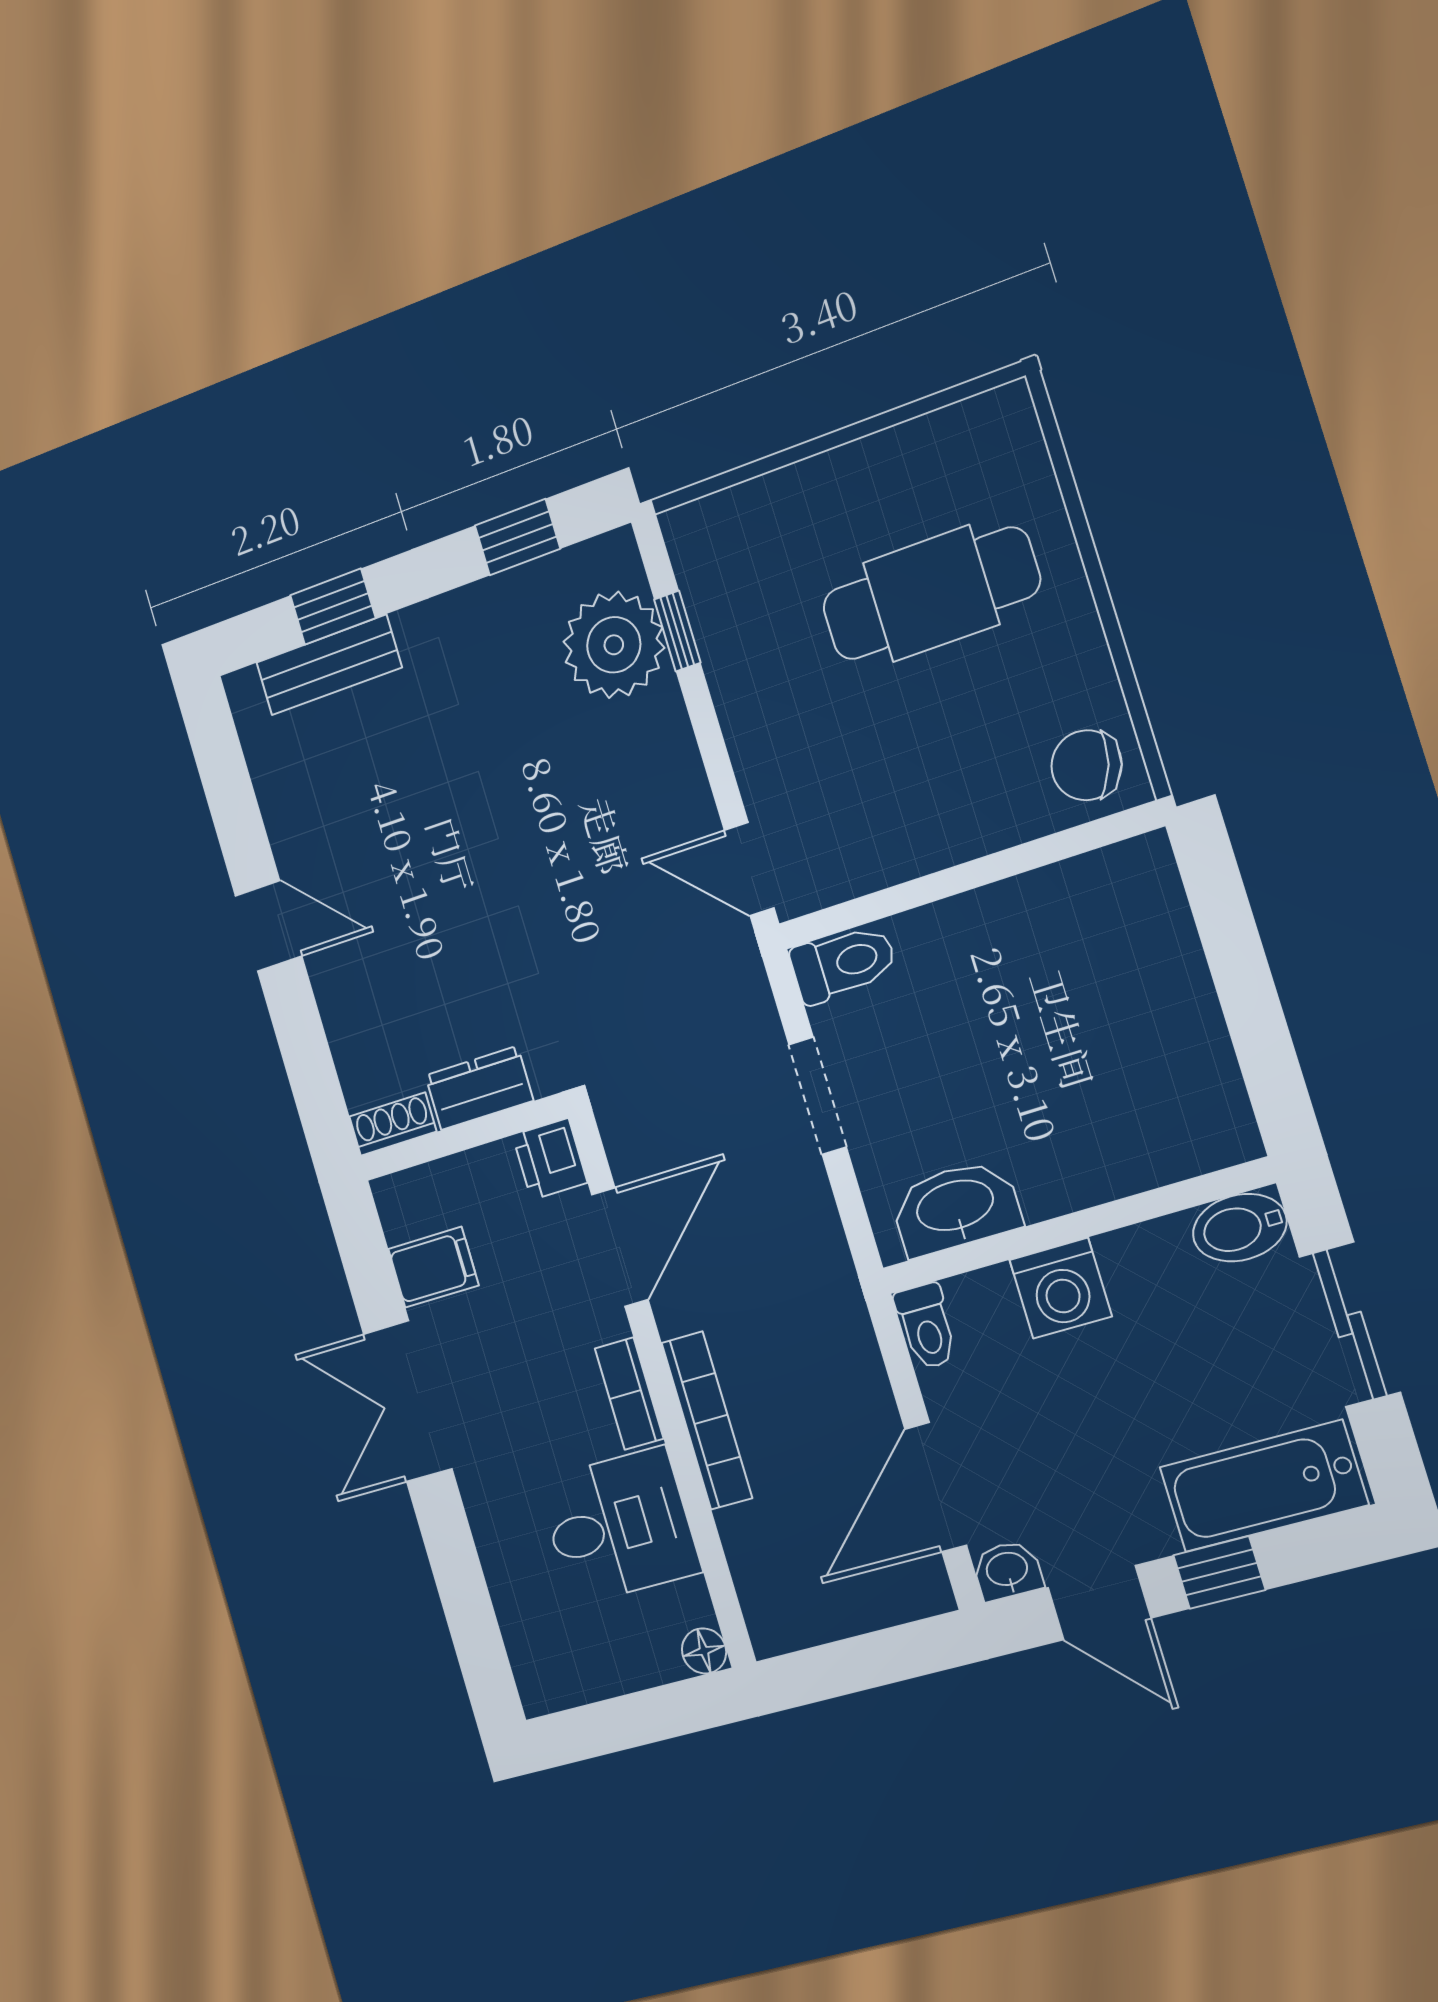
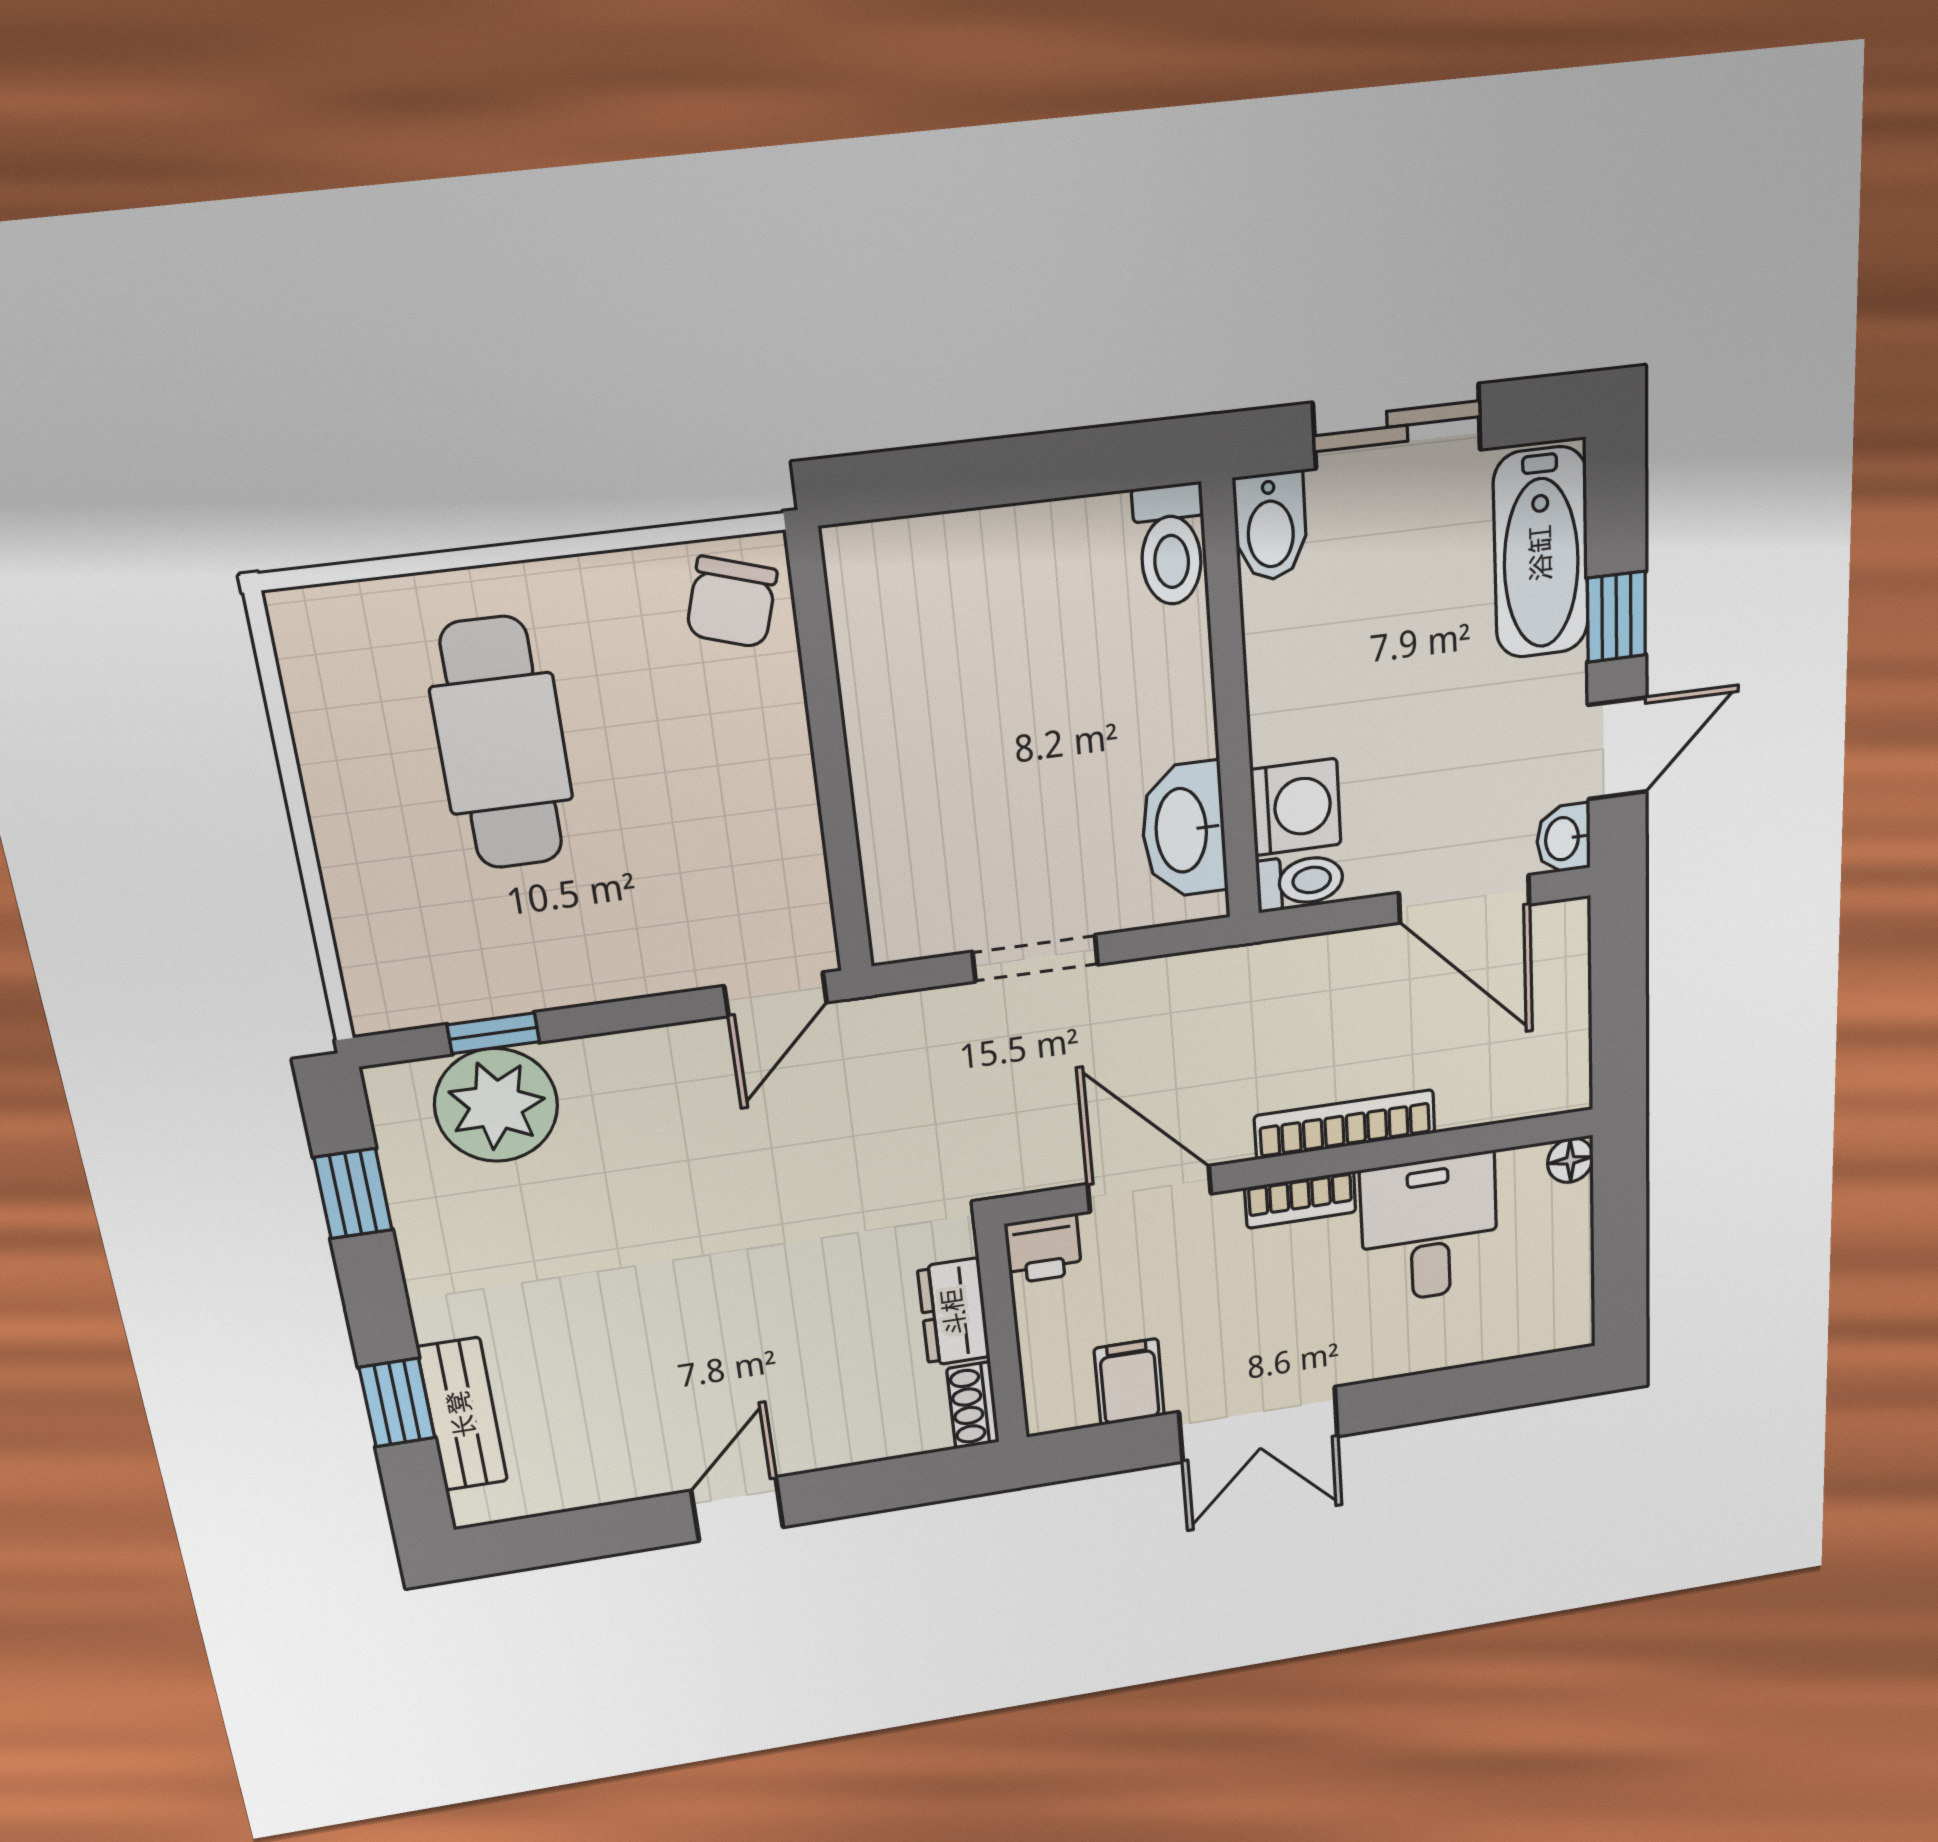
toilet: (843, 963) -> (1170, 545), moved, turned 180
washing machine: (1061, 1288) -> (1296, 807), moved

